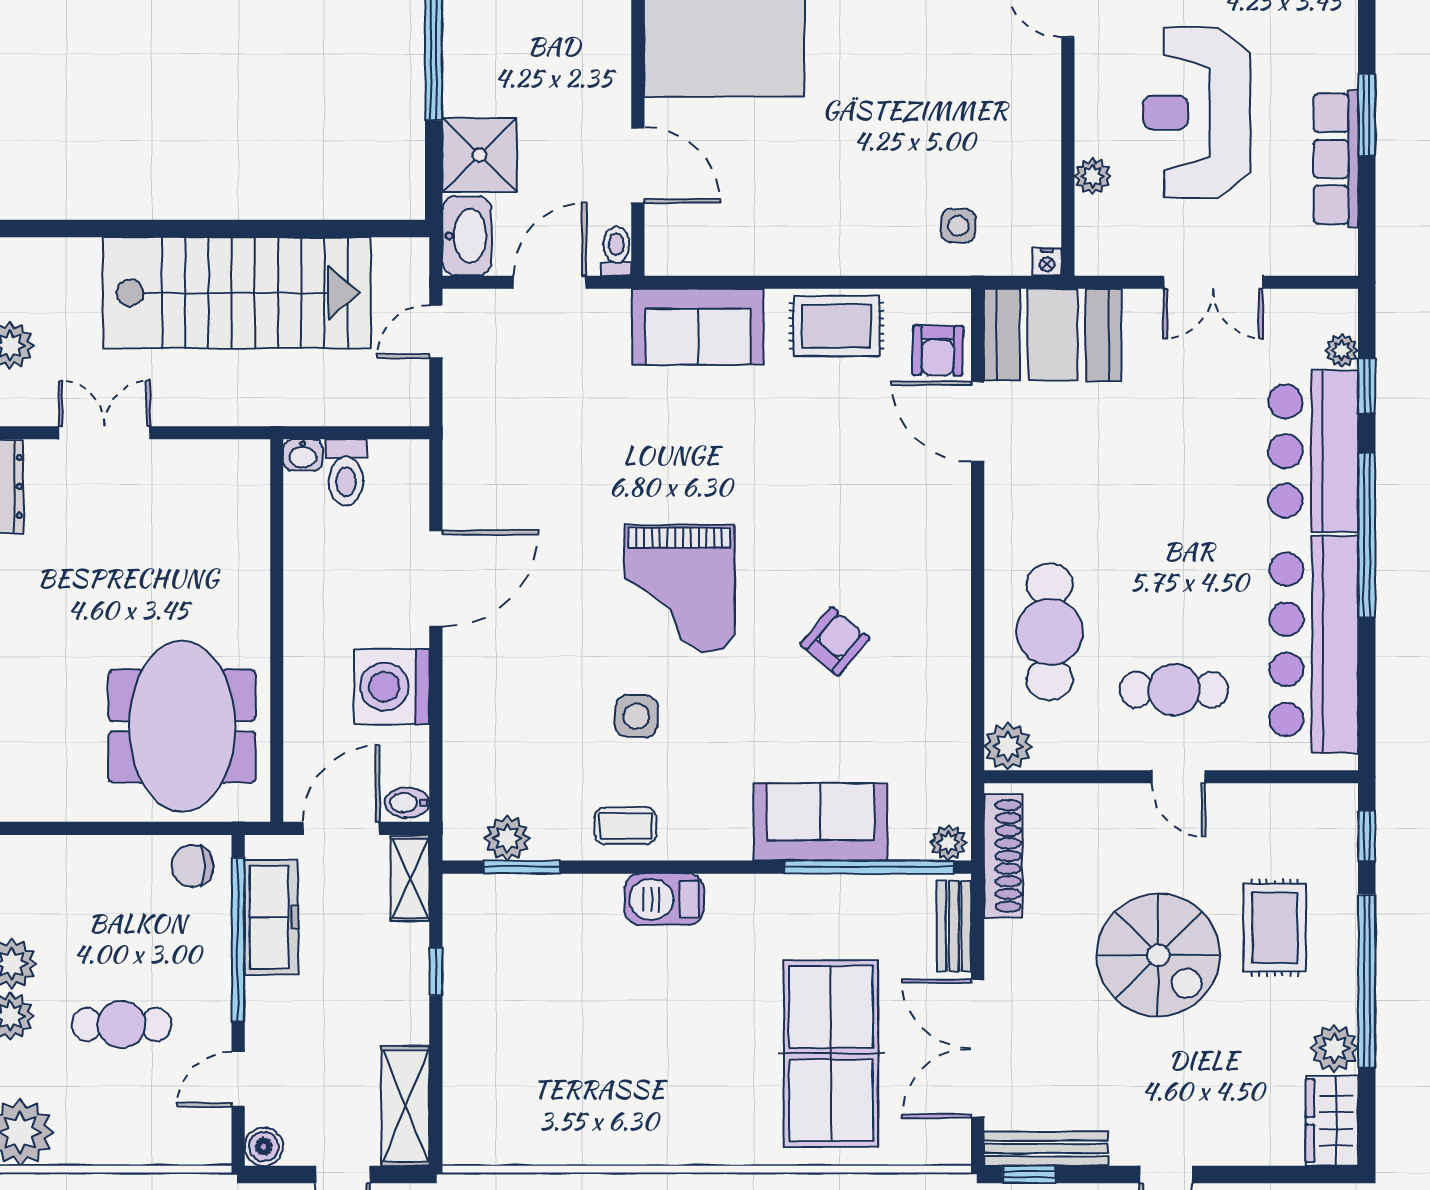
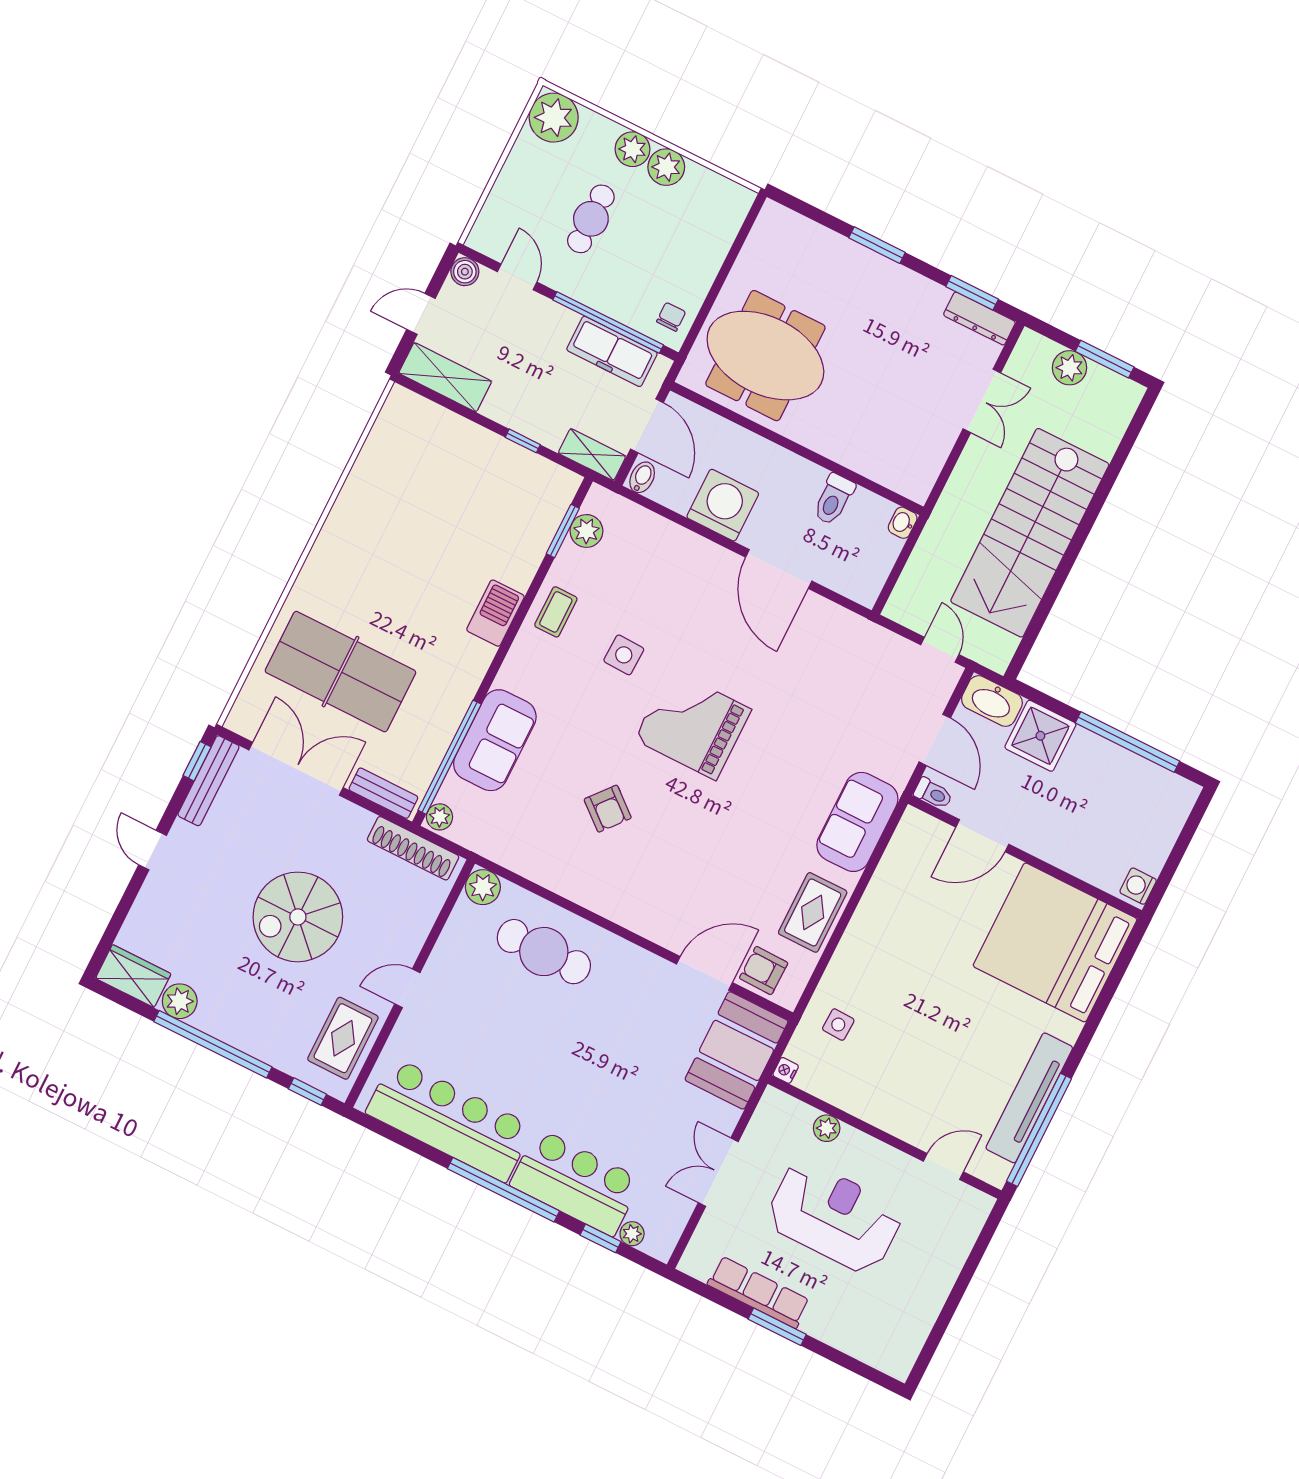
toilet: (346, 472) -> (834, 499), moved, turned -90
cafe table: (1174, 690) -> (466, 1014), removed
chair: (192, 866) -> (671, 317), width x0.73, depth x0.73
rug: (1275, 928) -> (343, 1038), moved, turned 90

